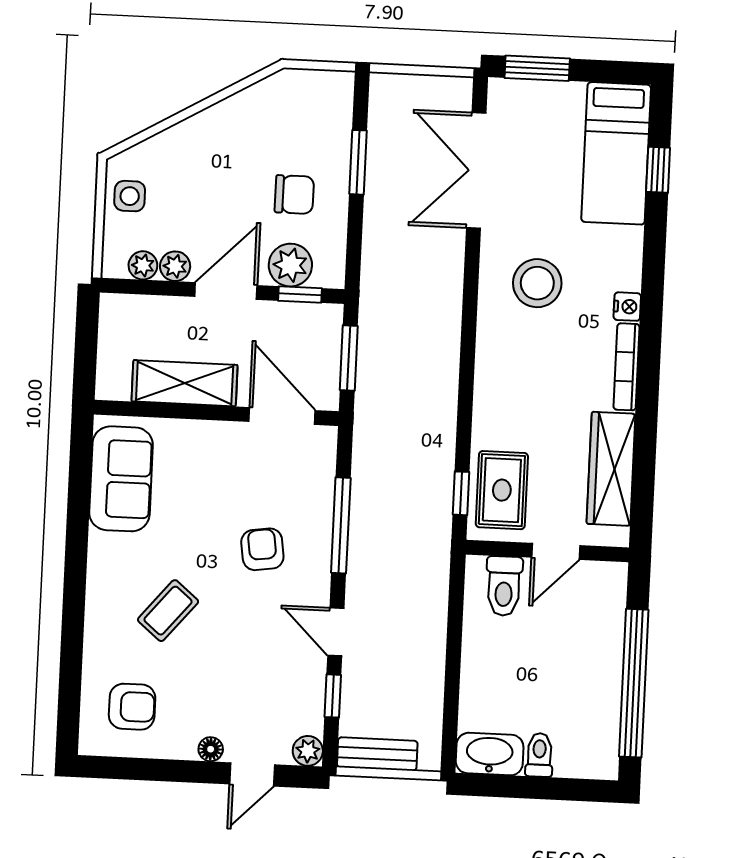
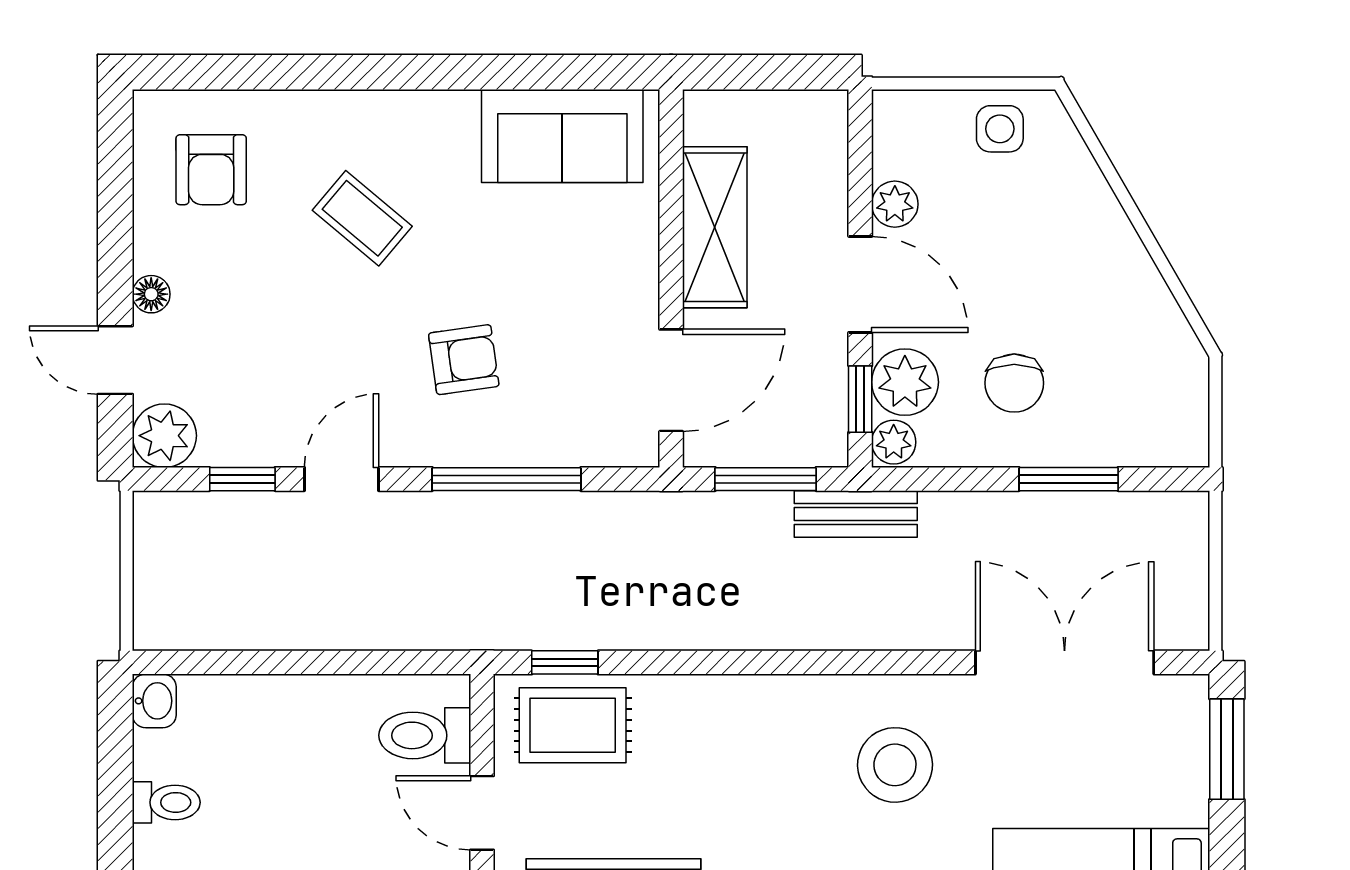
plant: (143, 265) -> (894, 442), moved
plant: (308, 751) -> (164, 436), width x1.38, depth x1.38
bench: (377, 754) -> (856, 514), moved, turned 90
washbasin: (490, 754) -> (154, 701), width x0.52, depth x0.69

